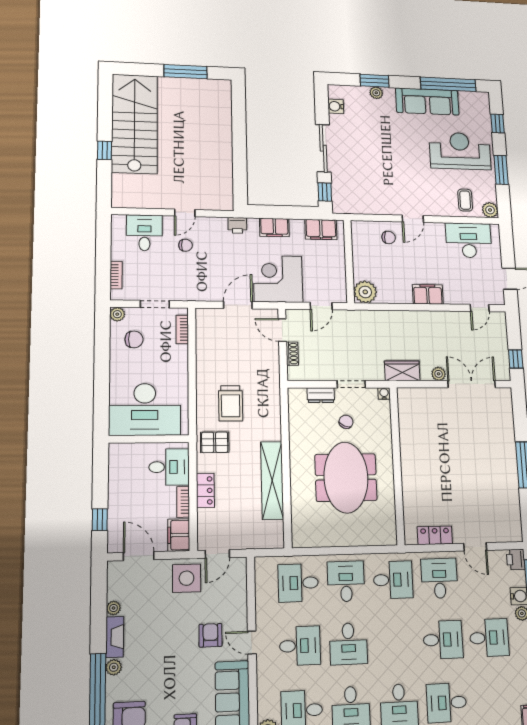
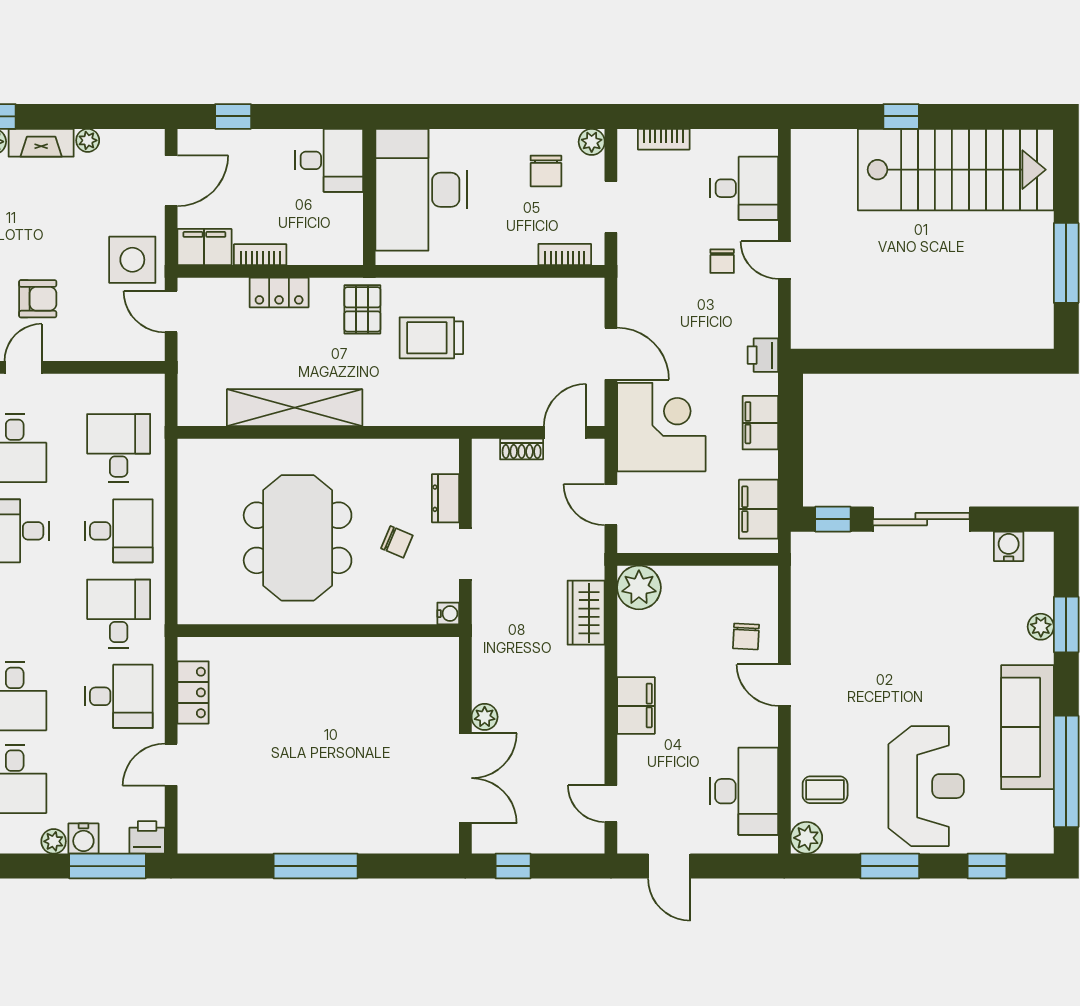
wardrobe: (402, 371) -> (586, 613), moved, turned 180
desk: (169, 467) -> (329, 160), moved, turned -90
meeting table: (346, 477) -> (298, 538), turned 90
desk: (393, 580) -> (119, 614), turned 180

